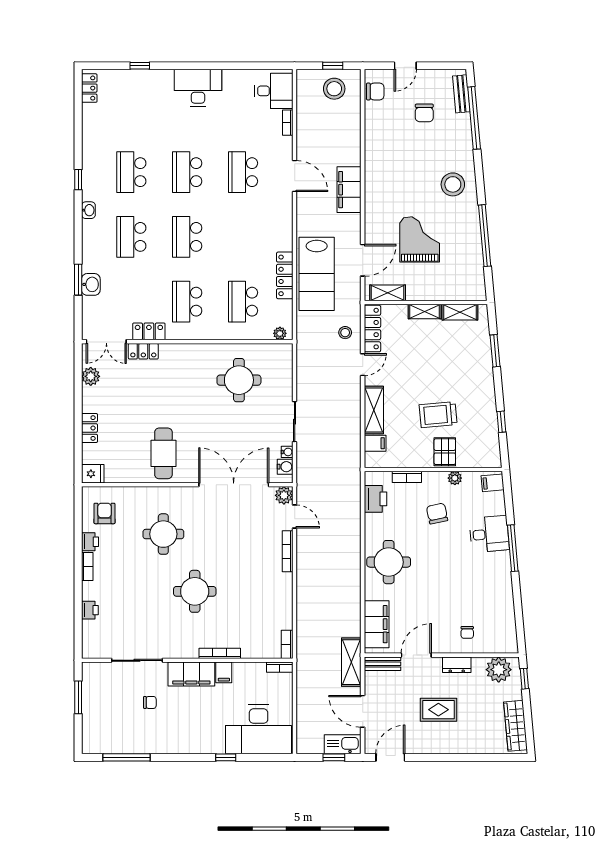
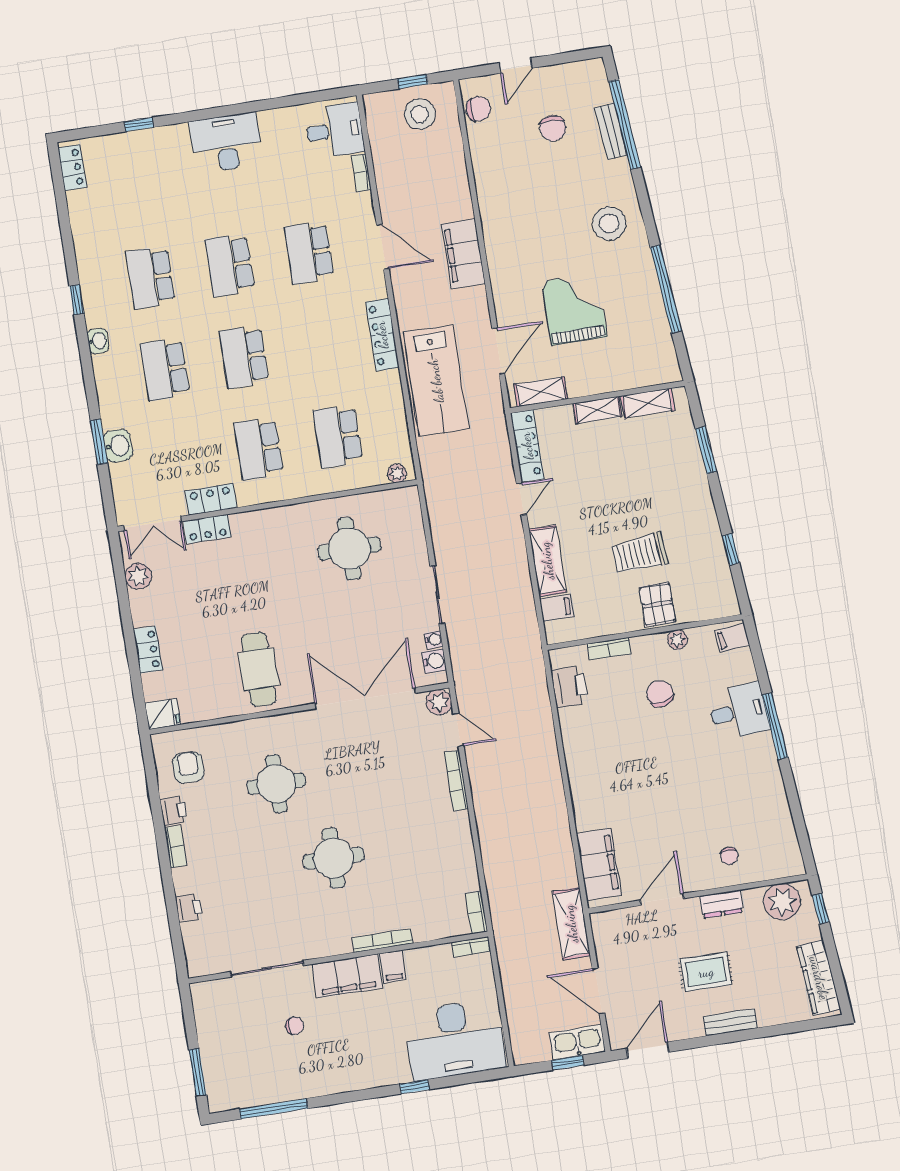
bench: (461, 94) -> (611, 131), moved
locker: (285, 275) -> (382, 335), moved
stool: (345, 333) -> (489, 458), removed
round table: (389, 562) -> (602, 773), removed
bench: (382, 664) -> (730, 1022), moved
window: (78, 697) -> (198, 1072), moved

